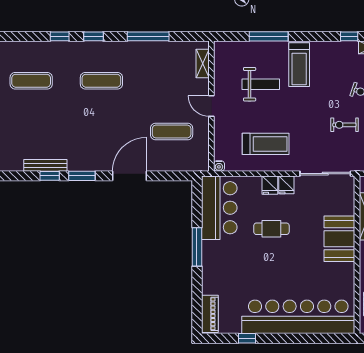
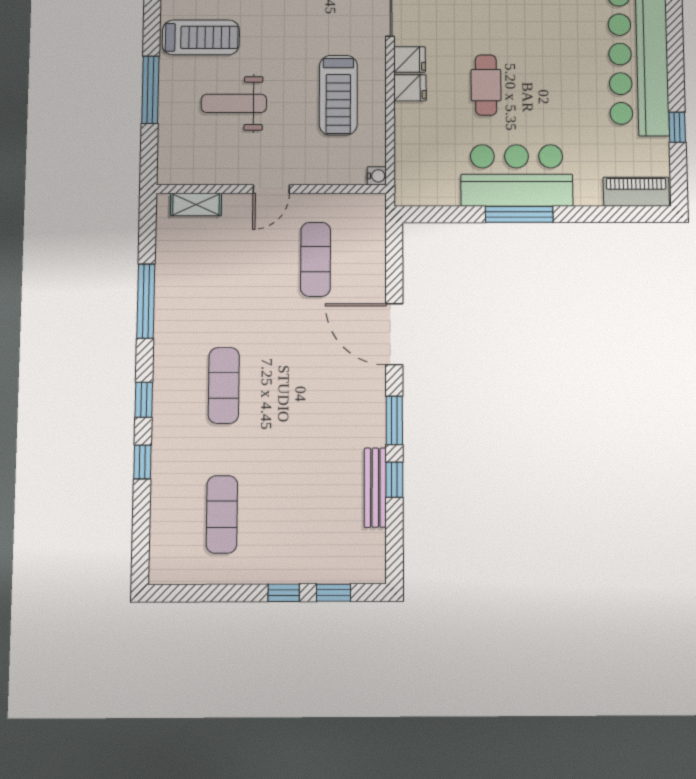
weight bench: (261, 84) -> (234, 103), turned -90
treadmill: (266, 144) -> (338, 95), turned 180
bar counter: (219, 208) -> (517, 175), moved

